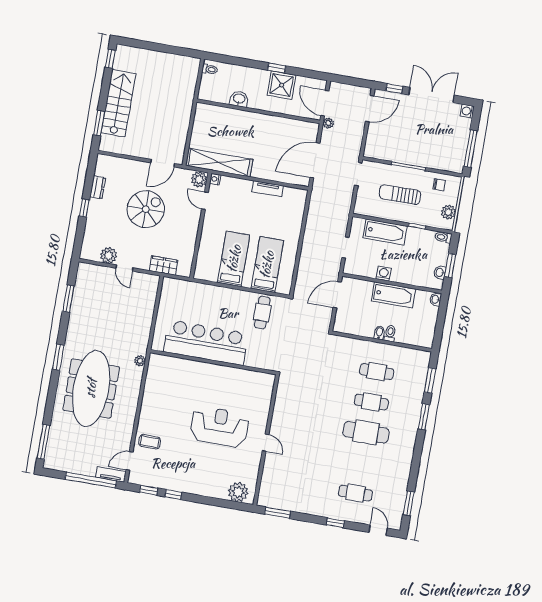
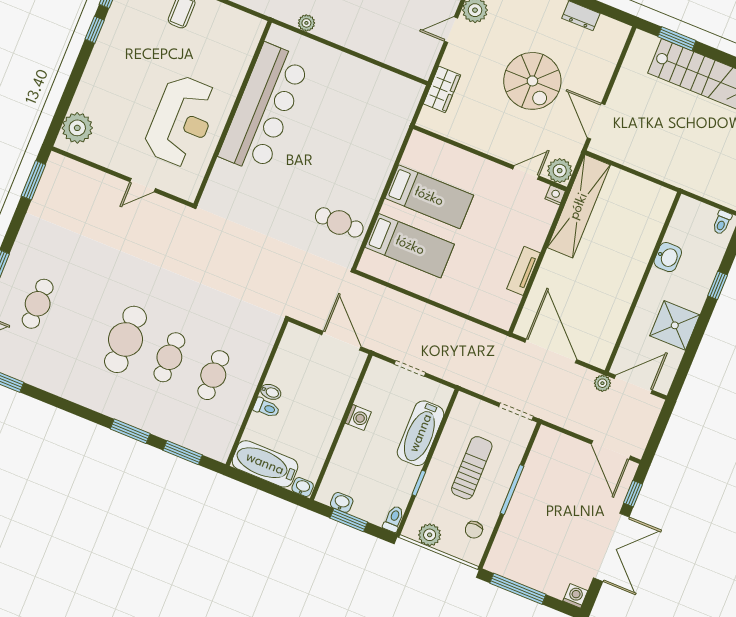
window: (277, 68) -> (718, 285), moved
bathtub: (393, 295) -> (265, 464), moved, turned 90
bar counter: (206, 343) -> (264, 108), moved
wall: (213, 362) -> (233, 113), moved

